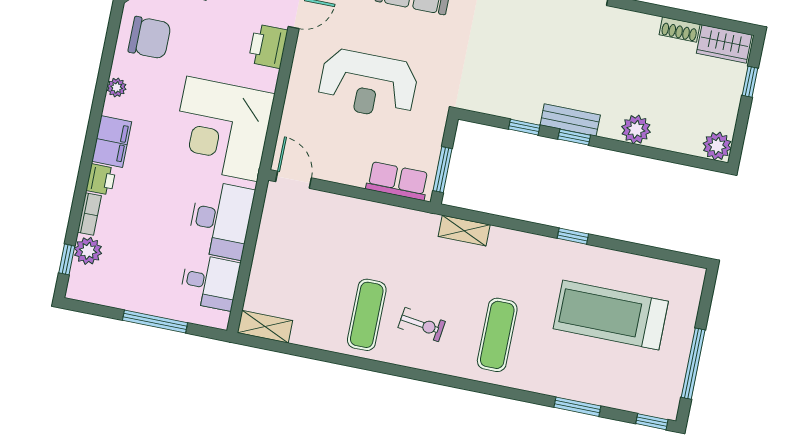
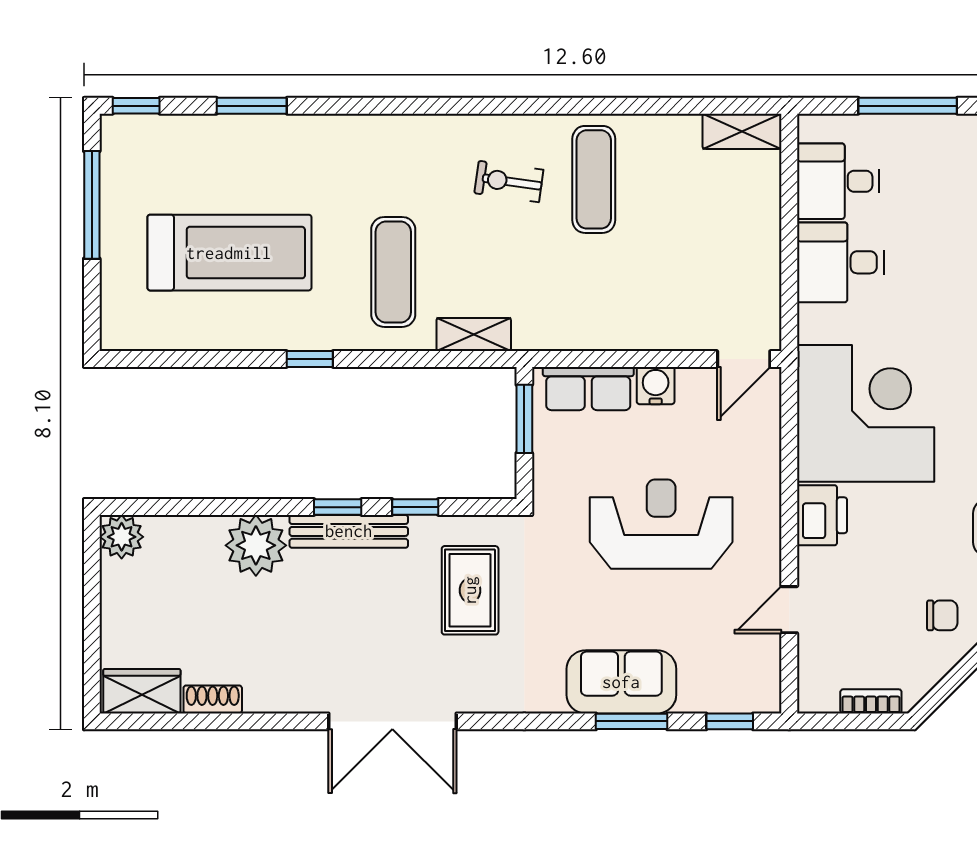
printer: (268, 46) -> (822, 515), moved
rug: (500, 66) -> (470, 590), added
window: (750, 82) -> (92, 643), removed
bench: (570, 120) -> (349, 531), width x1.36
plant: (636, 129) -> (256, 545), width x1.36, depth x1.36
water cooler: (354, 174) -> (656, 386), added
door: (293, 180) -> (744, 359), hinge flipped
desk: (221, 220) -> (840, 262), width x0.73
exercise mat: (497, 335) -> (393, 272), moved

